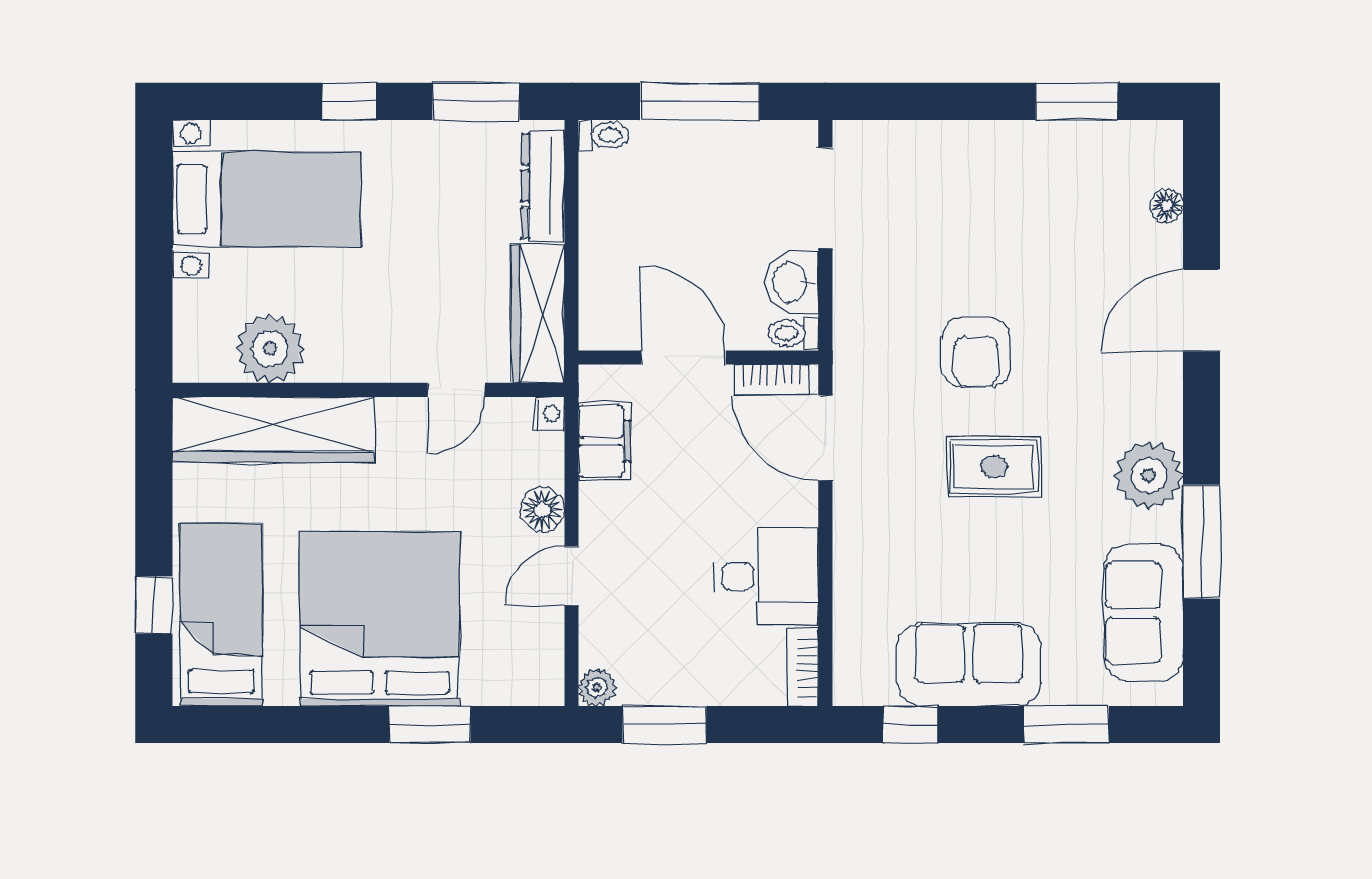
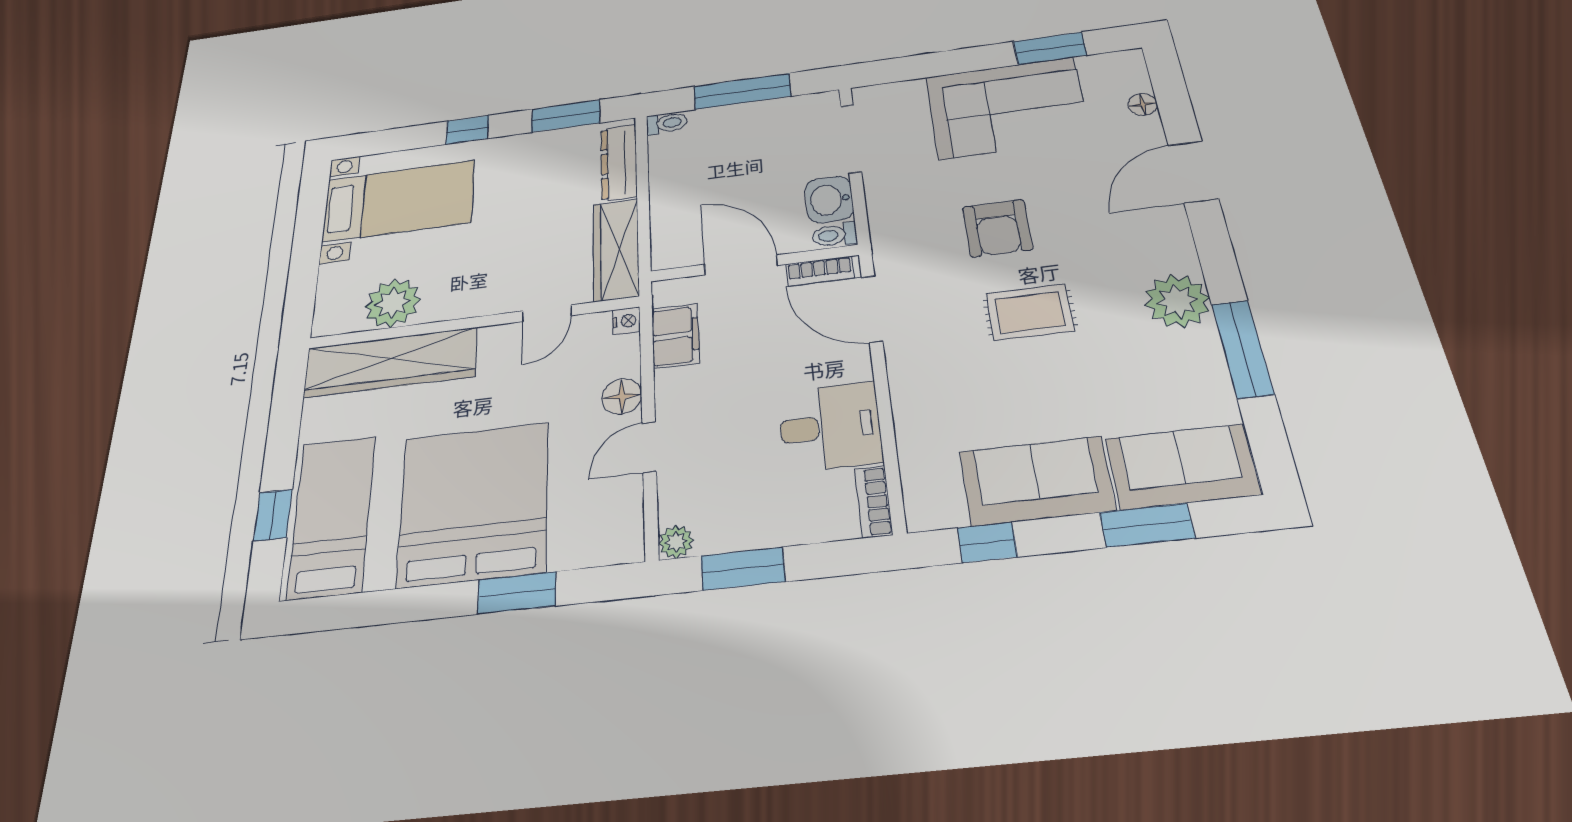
corner sofa: (1013, 183) -> (1007, 108), added
sofa: (1144, 613) -> (1182, 467), moved, turned 90

